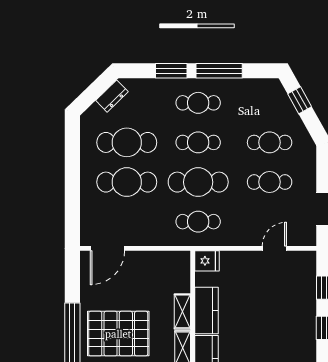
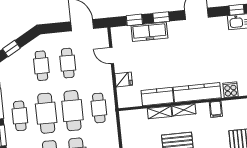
cafe table: (198, 142) -> (46, 113), width x1.37, depth x1.35
fridge: (207, 261) -> (124, 79), moved, turned 90
freezer: (304, 308) -> (149, 32), added

